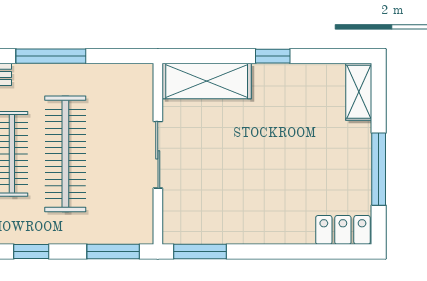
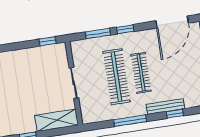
window: (113, 251) -> (98, 33), moved
window: (200, 251) -> (47, 41), width x0.67

